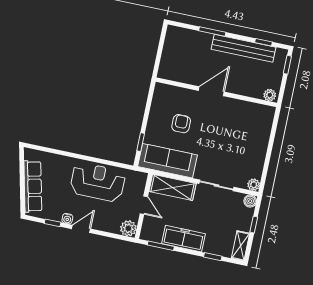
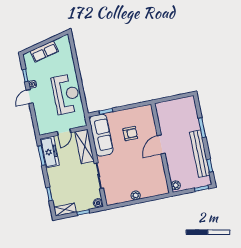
door: (211, 91) -> (161, 144), swing flipped
plant: (254, 185) -> (136, 195), moved
row of seats: (33, 186) -> (44, 51), width x0.68
plant: (128, 228) -> (44, 128), removed
door: (81, 229) -> (30, 97), swing flipped
freezer: (184, 239) -> (50, 152), moved

